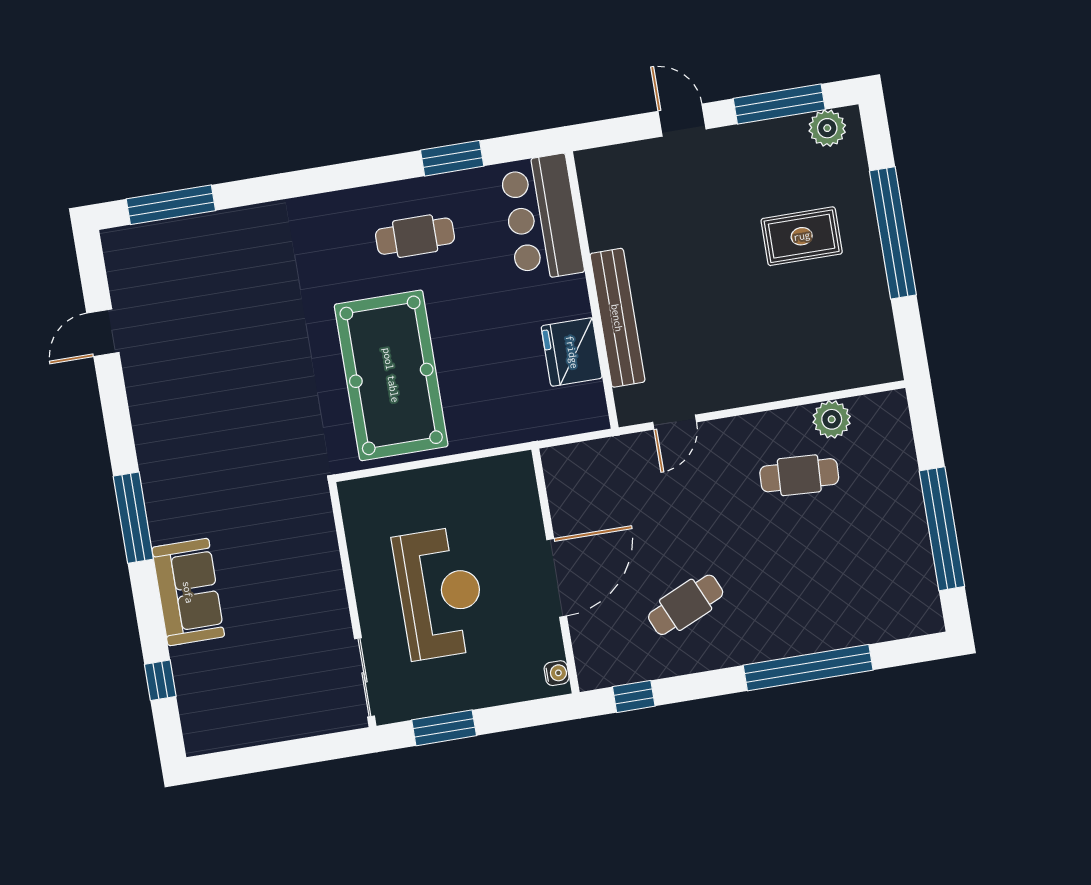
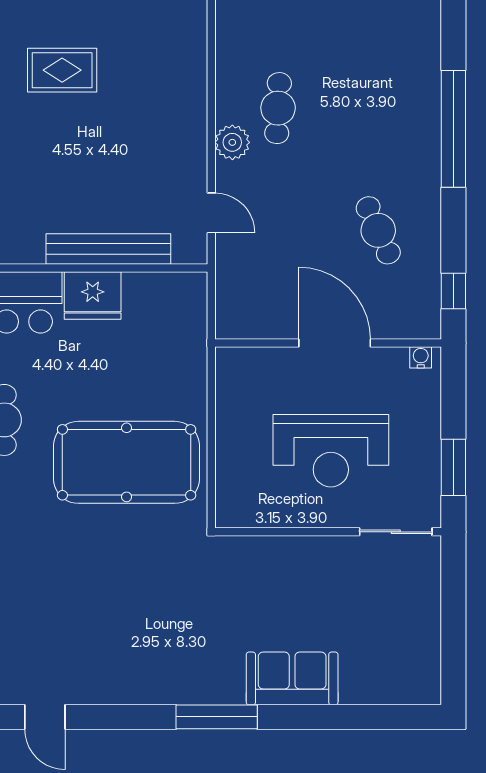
rug: (802, 236) -> (62, 70), turned 90
fridge: (572, 352) -> (93, 296), moved
plant: (832, 419) -> (232, 142), moved
reception desk: (440, 593) -> (331, 451), turned 180
window: (160, 680) -> (368, 717), removed

